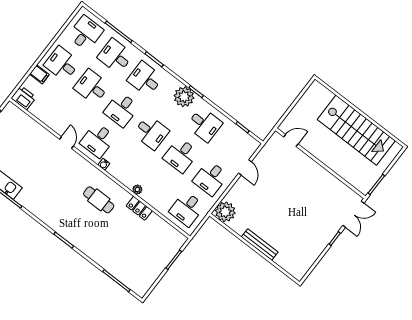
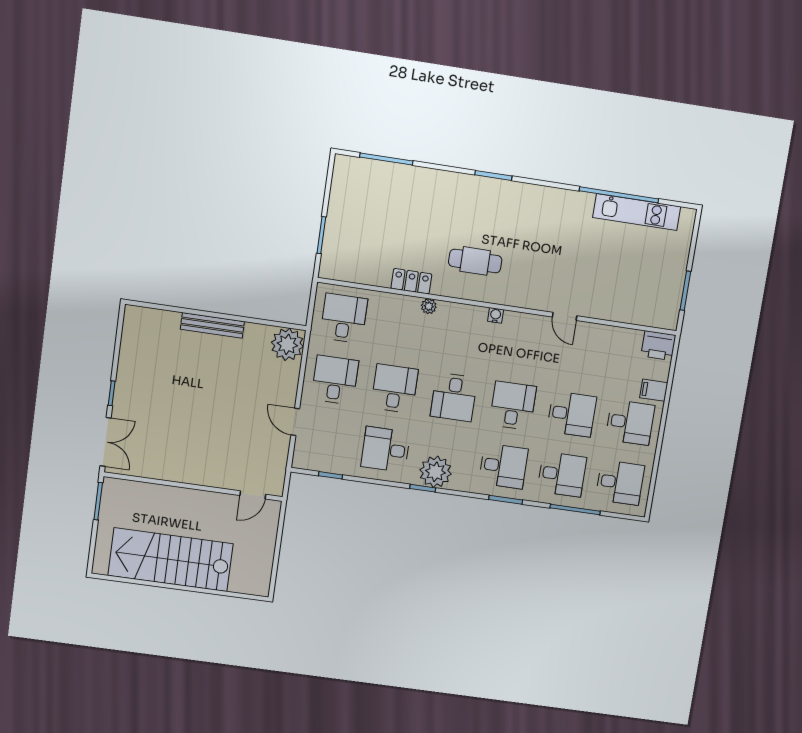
desk: (86, 33) -> (620, 483), turned -90
desk: (151, 132) -> (454, 397), turned -90
desk: (98, 140) -> (523, 344), removed
double door: (353, 214) -> (106, 442), swing flipped

